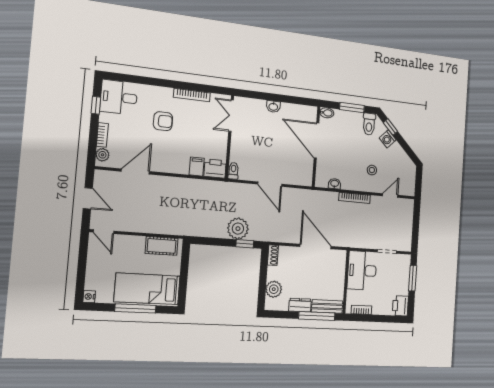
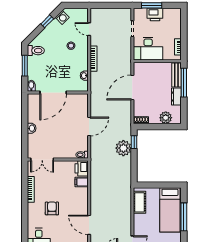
window: (390, 127) -> (47, 21), moved
washing machine: (388, 139) -> (62, 17), moved
printer: (400, 306) -> (155, 14), moved

